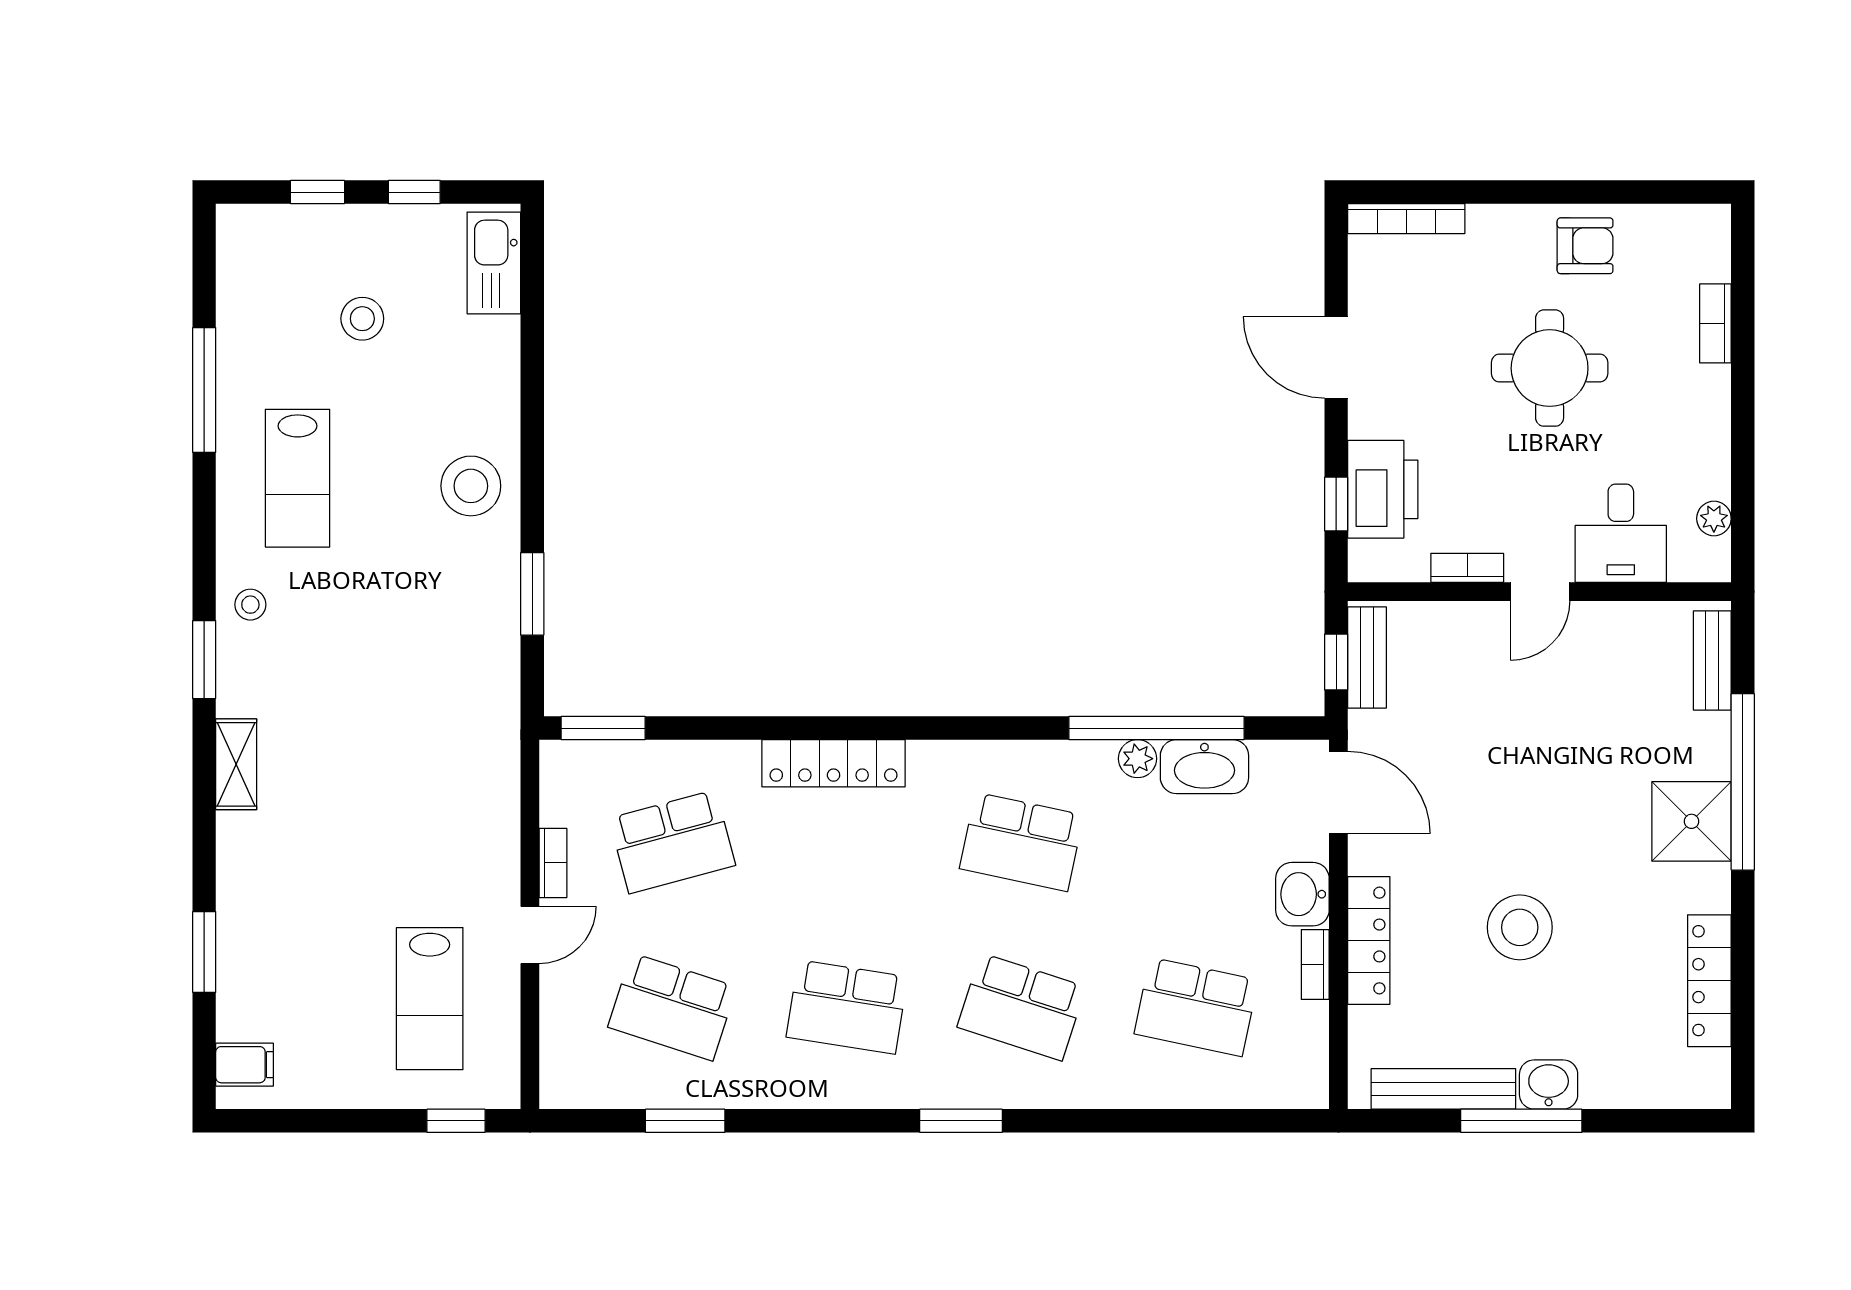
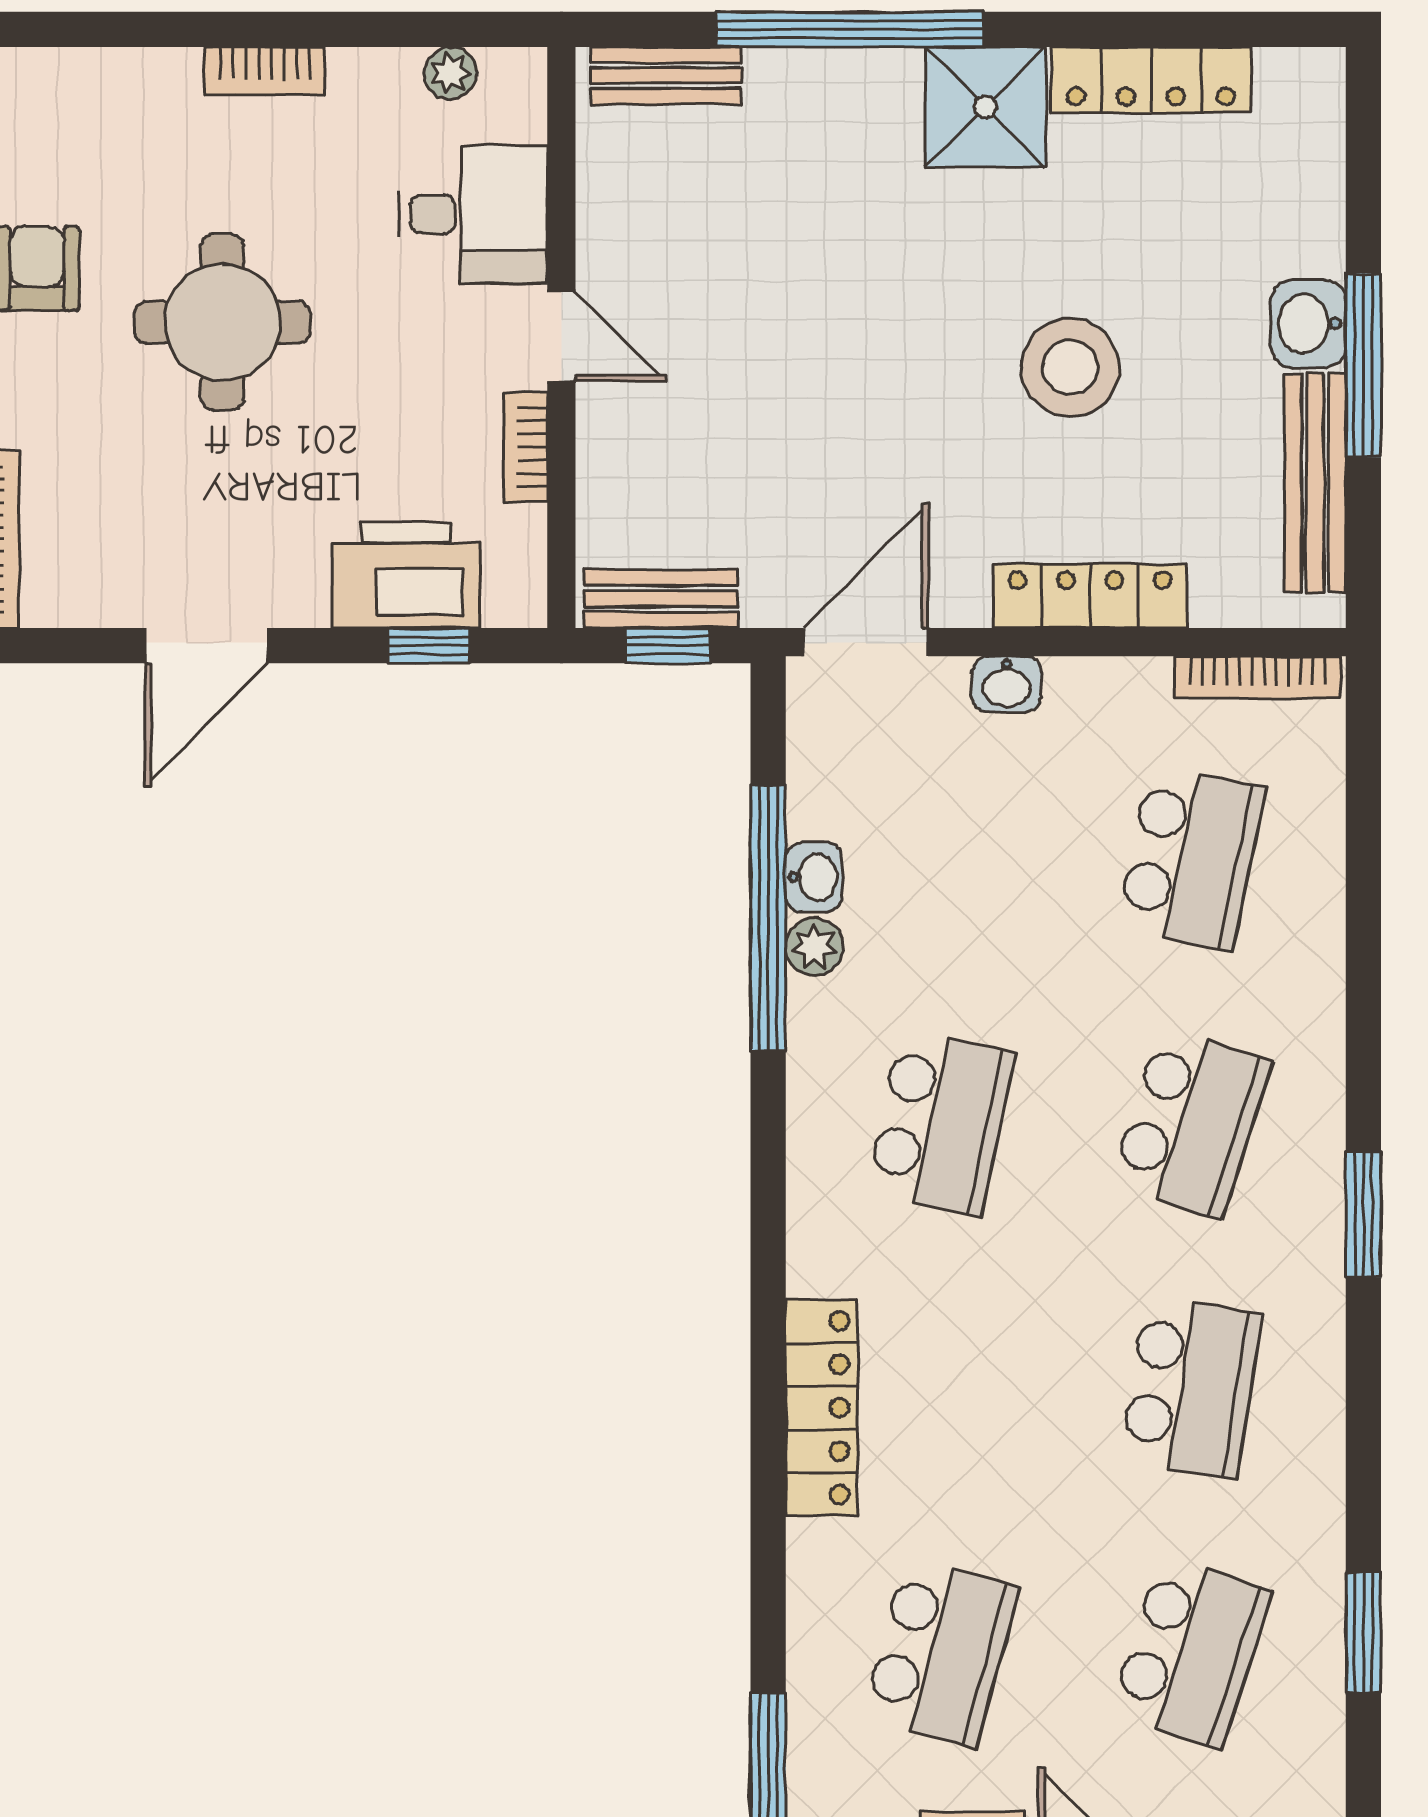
bookcase: (1715, 323) -> (265, 71), moved
washbasin: (1204, 767) -> (814, 877), width x0.52, depth x0.69
shower: (1691, 821) -> (985, 107), moved
school desk: (672, 842) -> (941, 1652), turned 30
washbasin: (1302, 894) -> (1007, 684), width x0.72, depth x0.69
bookcase: (1315, 965) -> (1258, 677), moved, width x1.56

